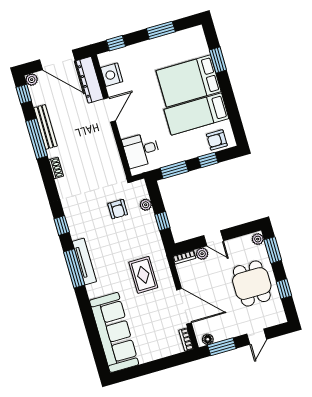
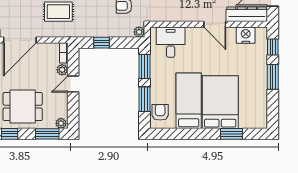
window: (161, 30) -> (273, 77), moved
window: (208, 160) -> (145, 99), width x1.50
plant: (146, 205) -> (139, 32), moved

